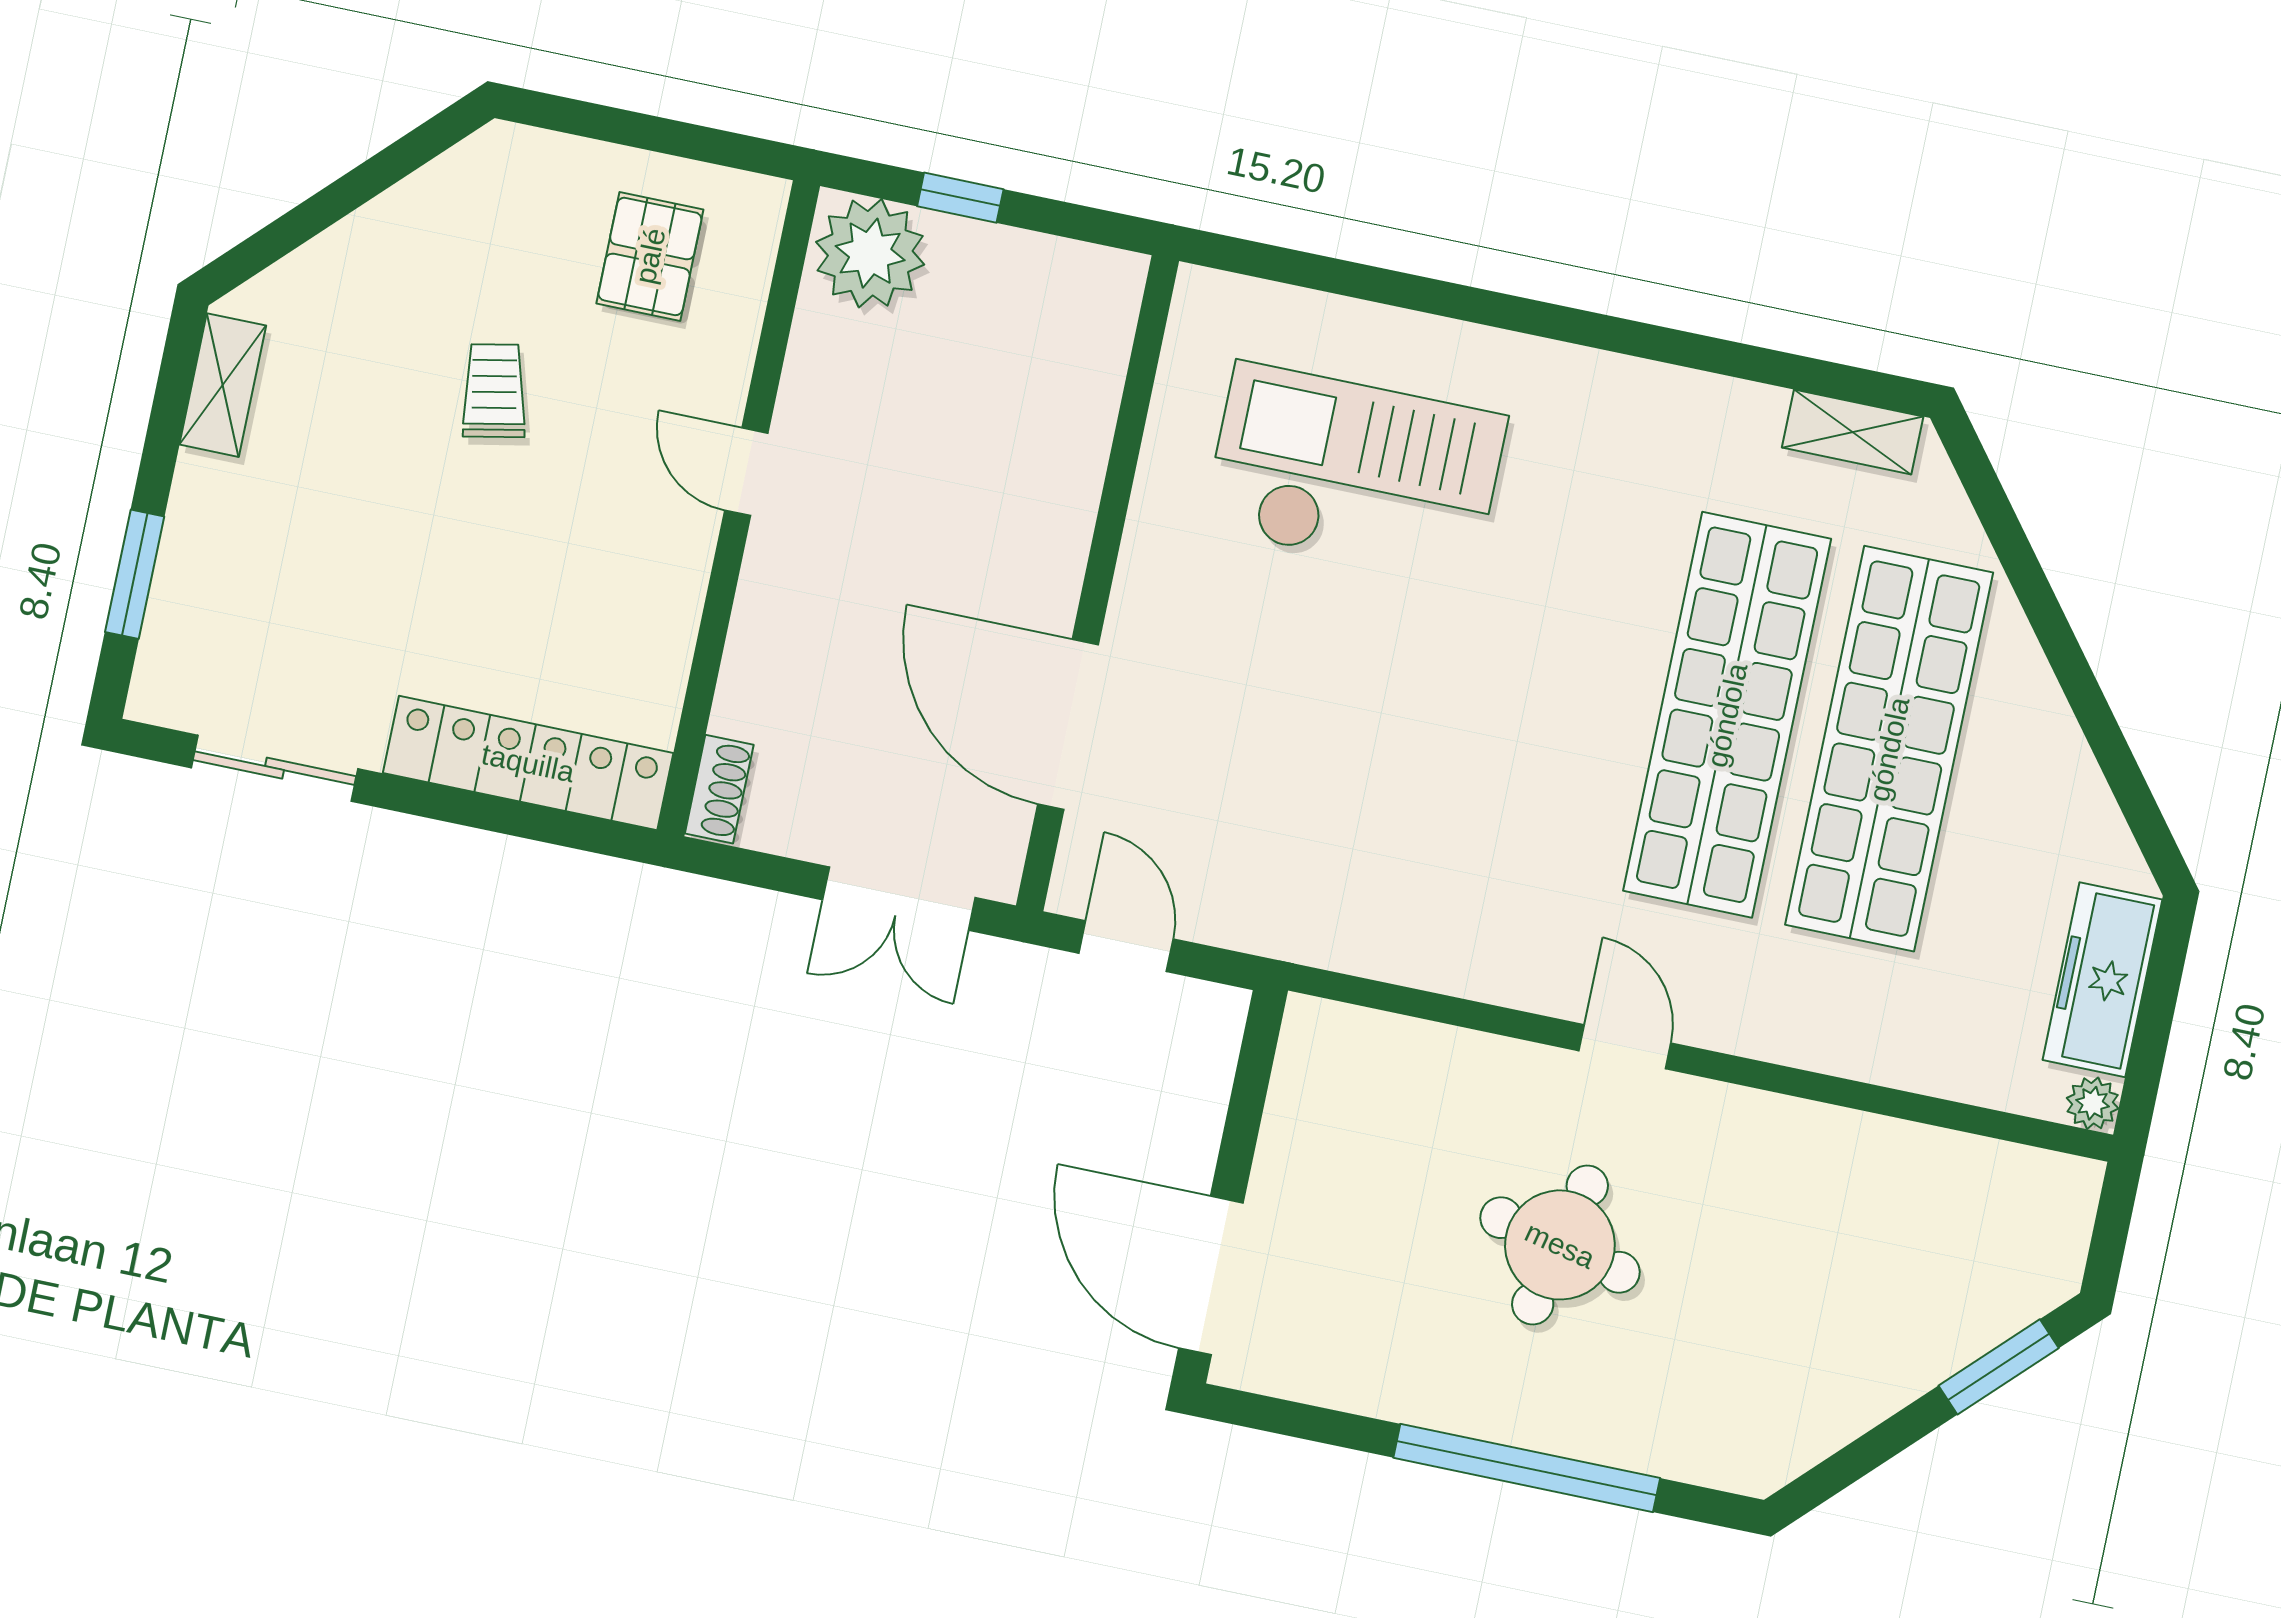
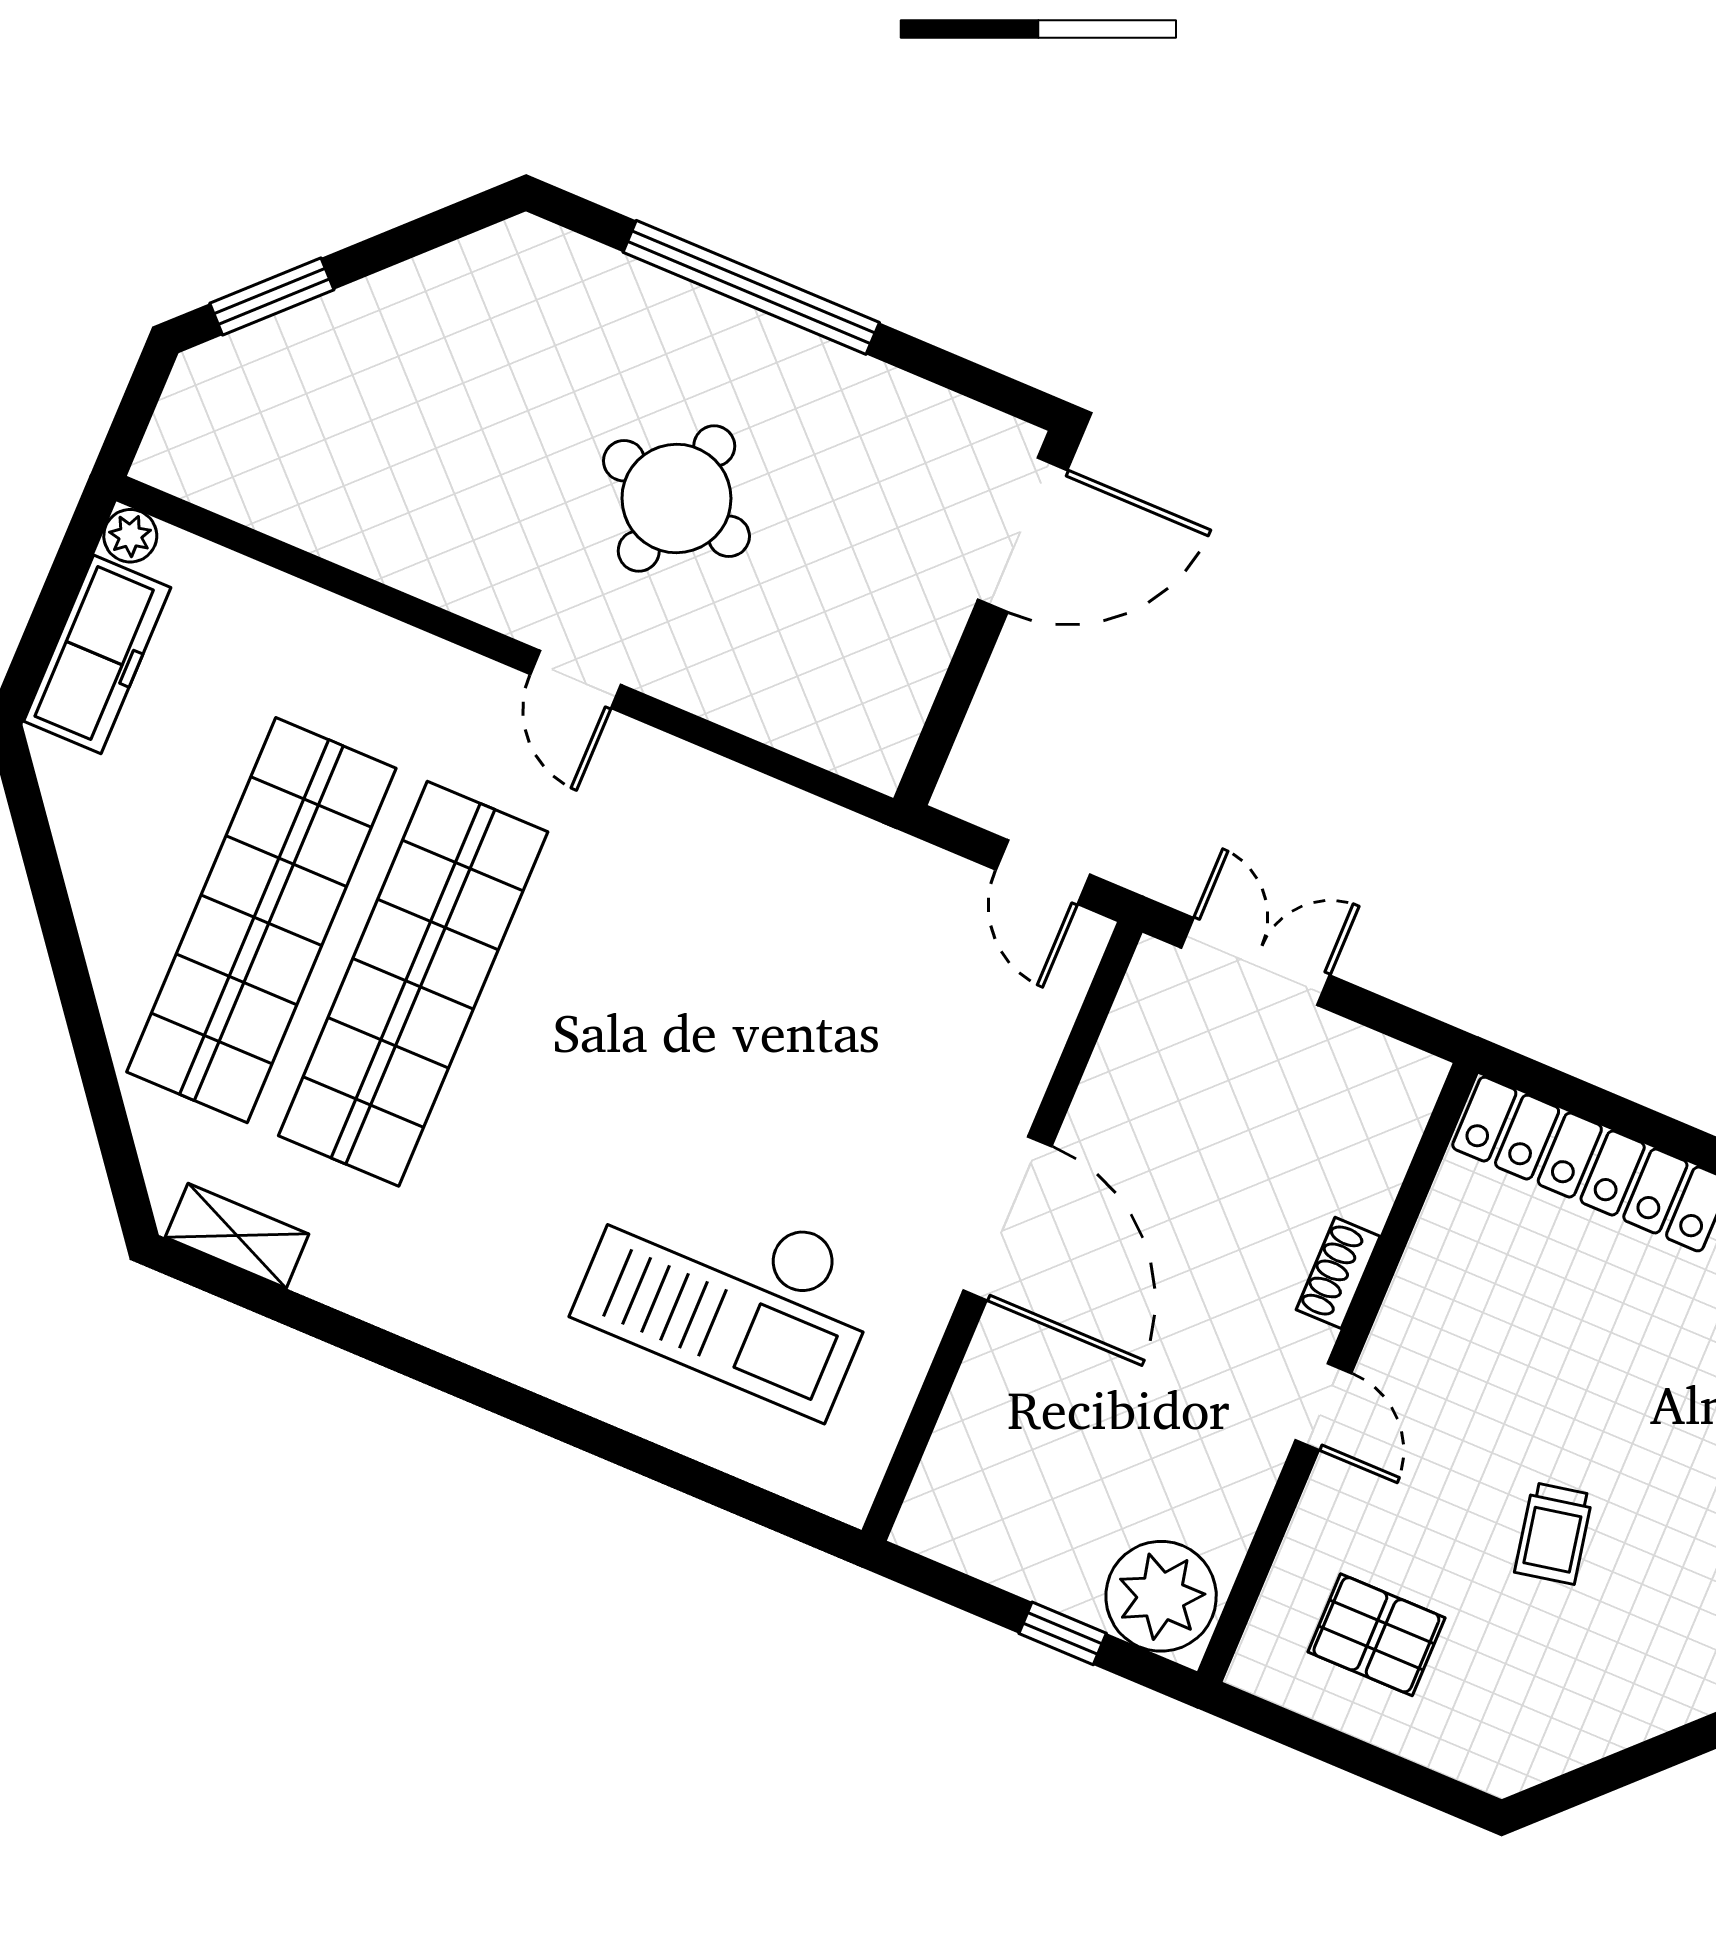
pallet: (650, 256) -> (1376, 1635), turned 90
door: (1068, 724) -> (1007, 1218), moved
shoe rack: (719, 789) -> (1338, 1273), moved
door: (1211, 1276) -> (1023, 535), hinge flipped

